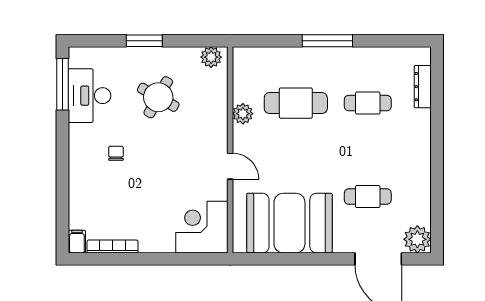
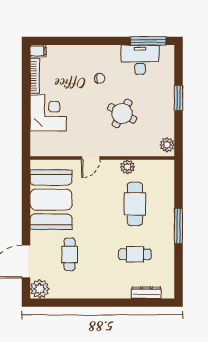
round table: (158, 97) -> (122, 113), moved
cafe table: (368, 103) -> (135, 254), turned 90
corner desk: (202, 227) -> (48, 113), moved

